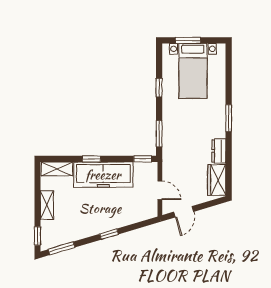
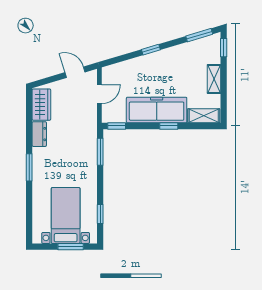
window: (159, 88) -> (100, 214), moved
door: (160, 190) -> (99, 94), swing flipped
door: (184, 212) -> (75, 72), hinge flipped

